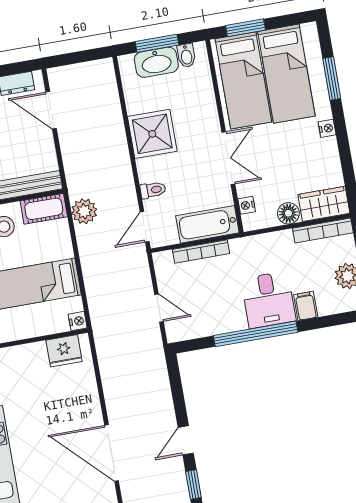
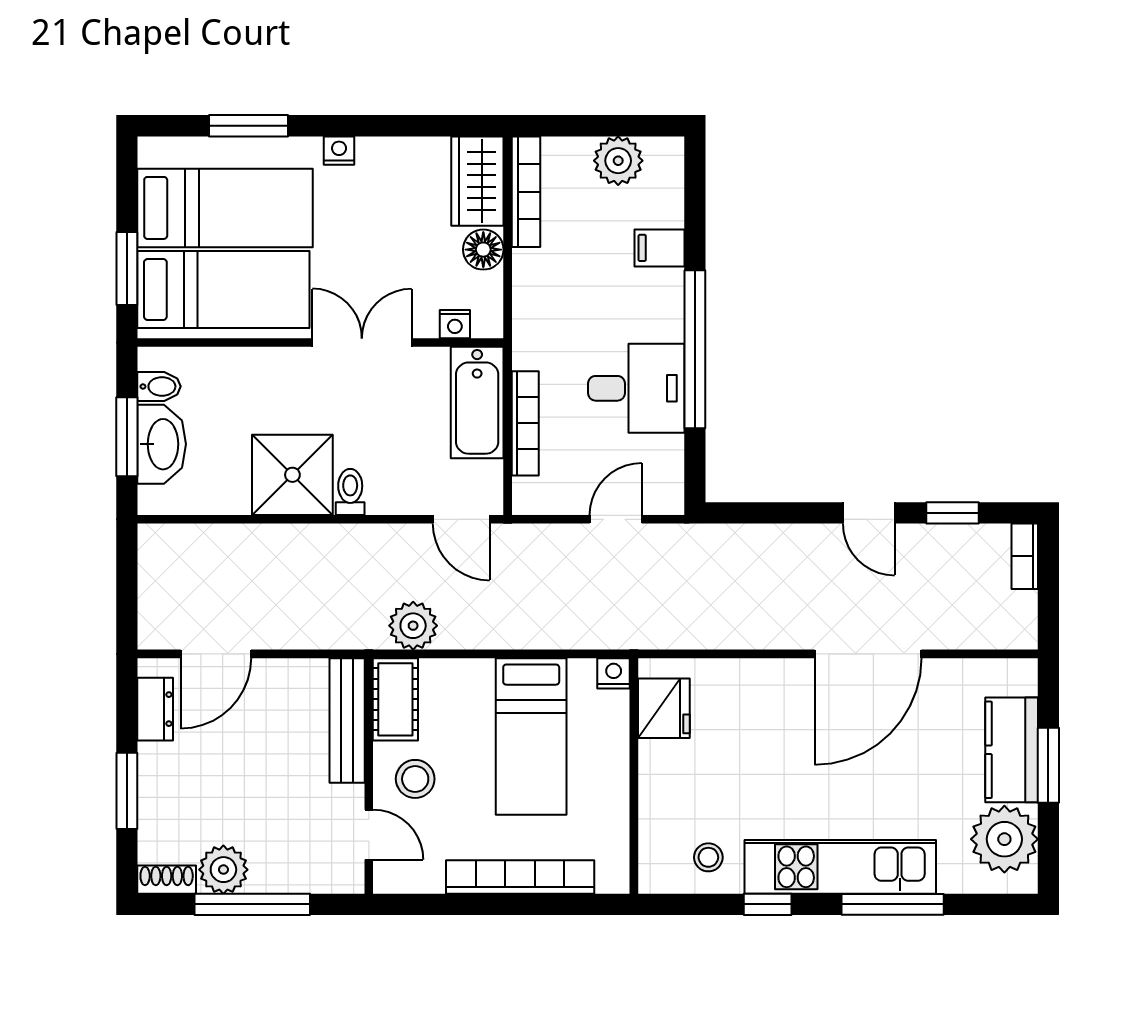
toilet: (153, 190) -> (350, 492), moved
desk: (268, 300) -> (636, 388), moved

